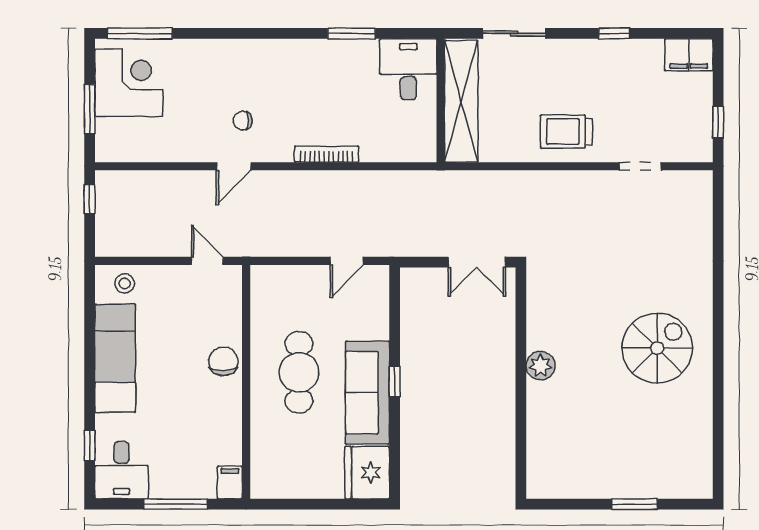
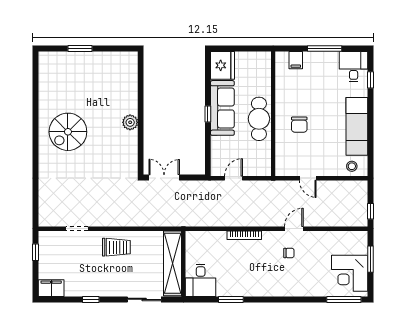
wall: (246, 382) -> (273, 114), moved

